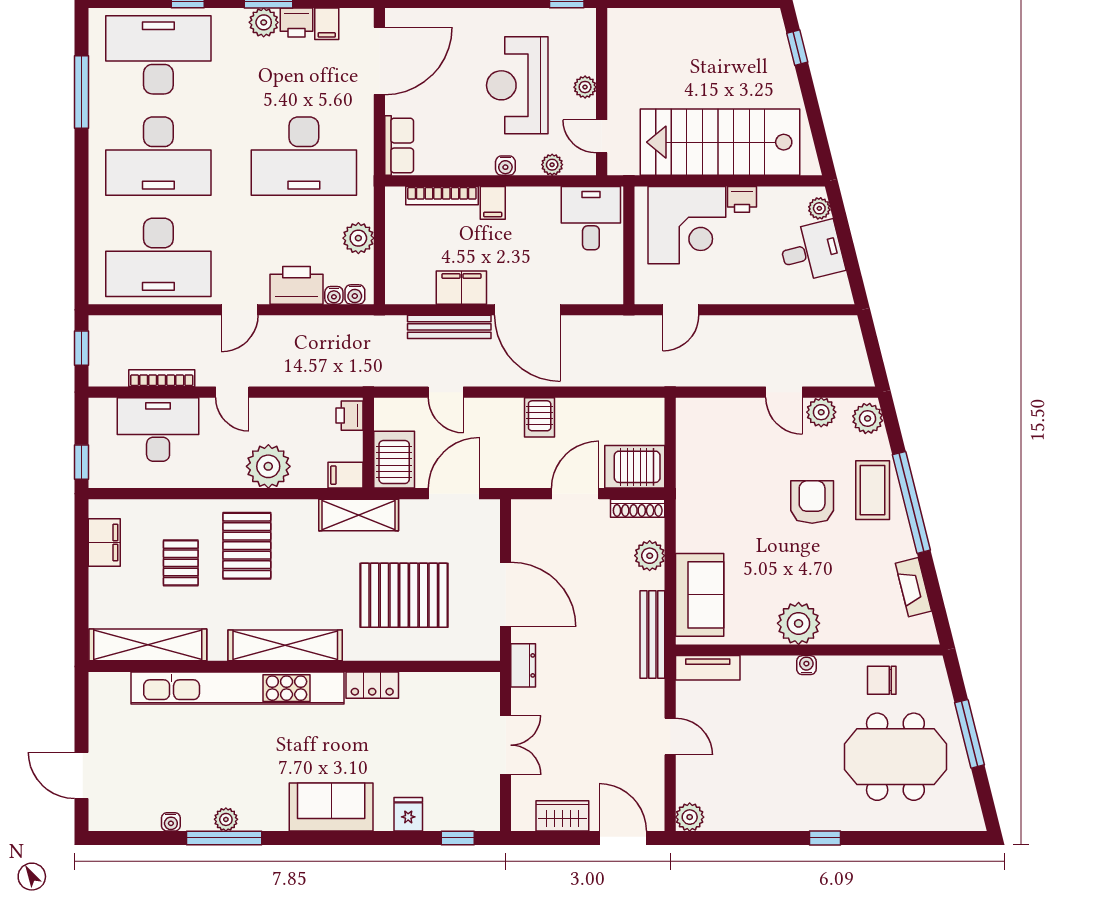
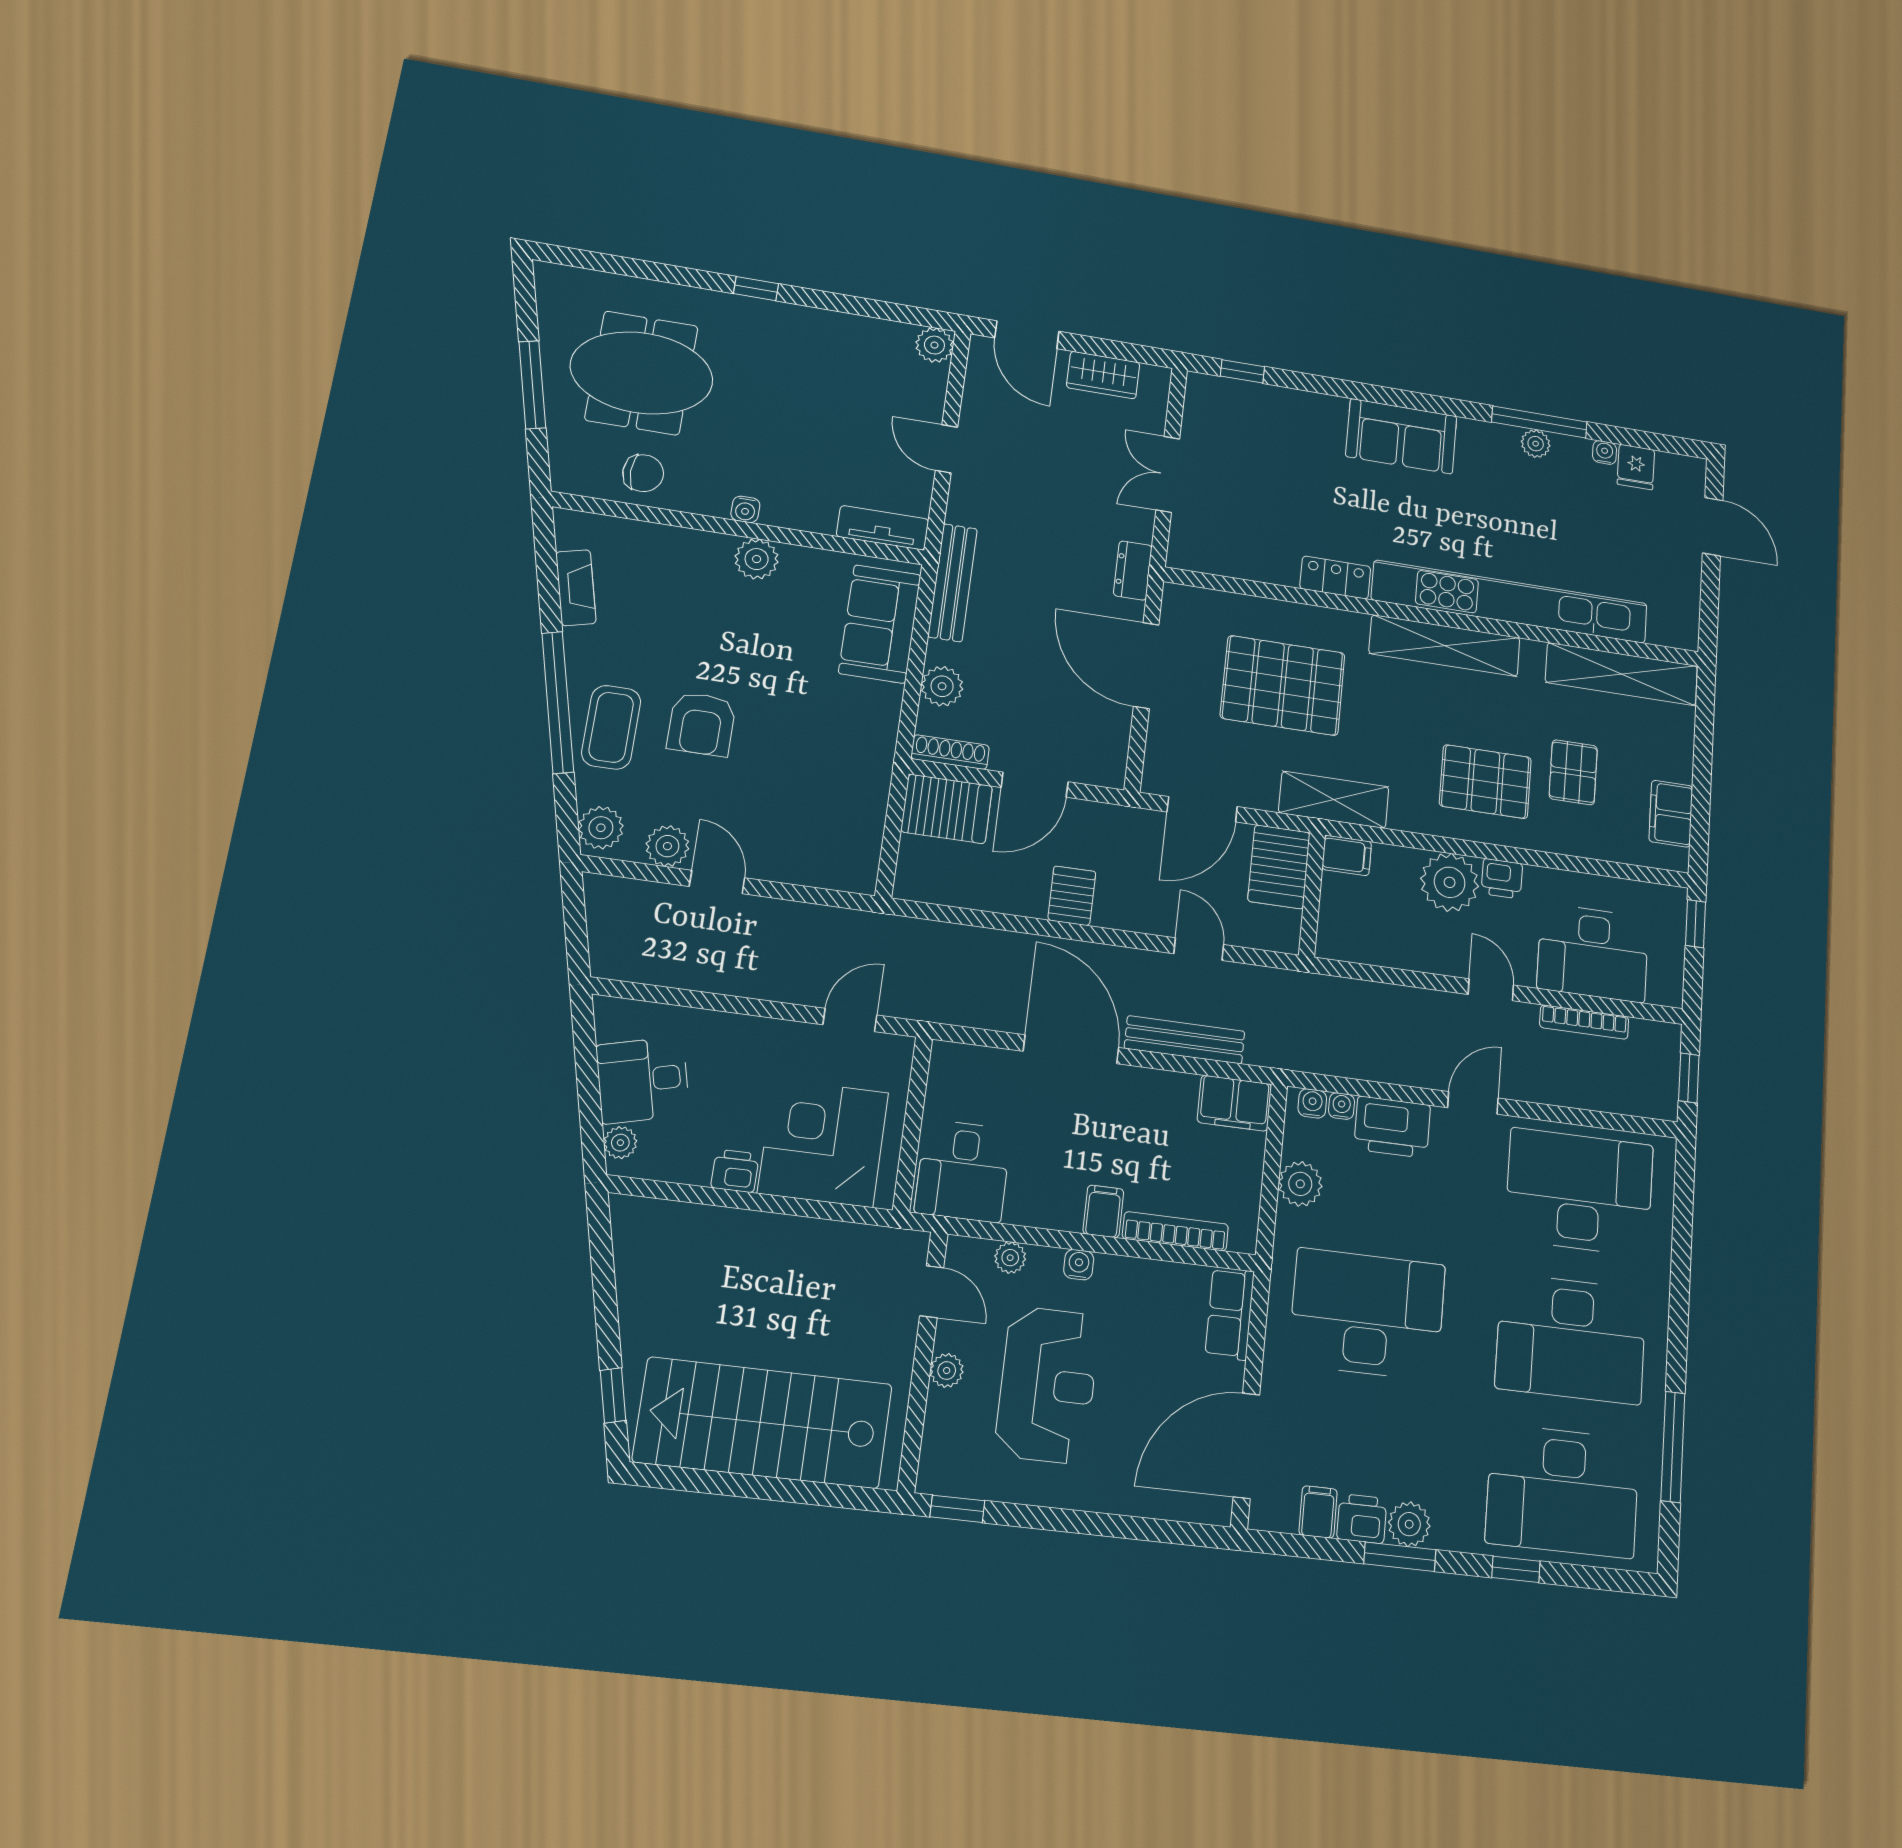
stairs: (720, 142) -> (763, 1423), moved, turned 180
desk: (158, 156) -> (1571, 1339), turned 180
filing cabinet: (461, 288) -> (1234, 1103), moved
printer: (349, 416) -> (1502, 879), moved, turned 90
pallet: (247, 546) -> (1485, 782), turned 90
plant: (799, 623) -> (757, 559), width x0.73, depth x0.73
fridge: (408, 814) -> (1636, 467), moved

